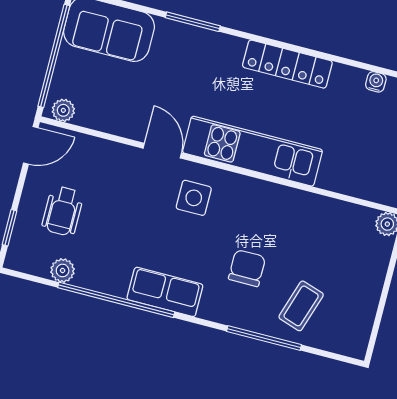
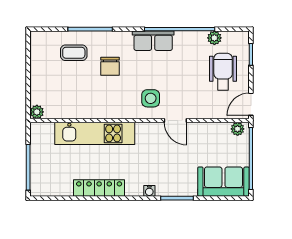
locker: (287, 64) -> (99, 188), moved
water cooler: (376, 82) -> (149, 191), moved
kitchen unit: (252, 151) -> (95, 133), moved
wheelchair: (63, 211) -> (223, 72), width x1.36, depth x1.37
coffee table: (301, 306) -> (74, 53), turned 72

